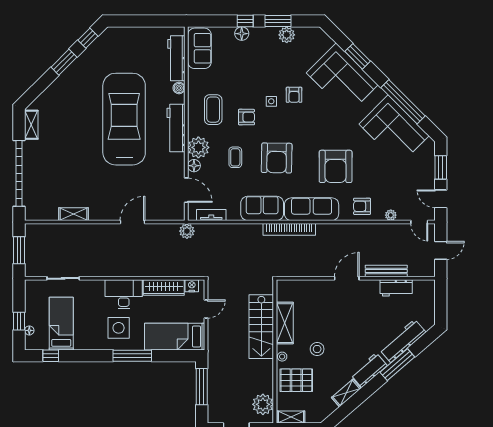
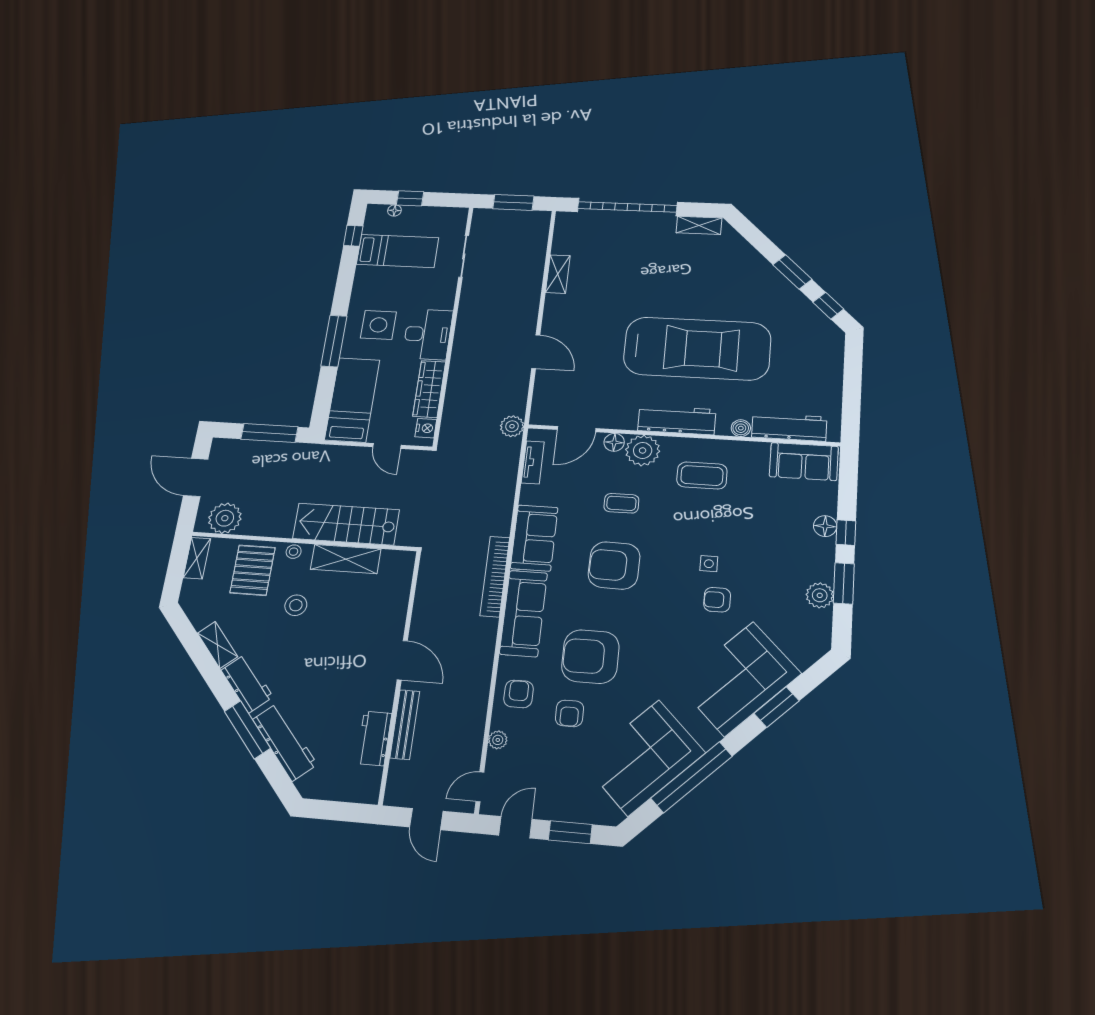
armchair: (246, 117) -> (569, 713), moved

